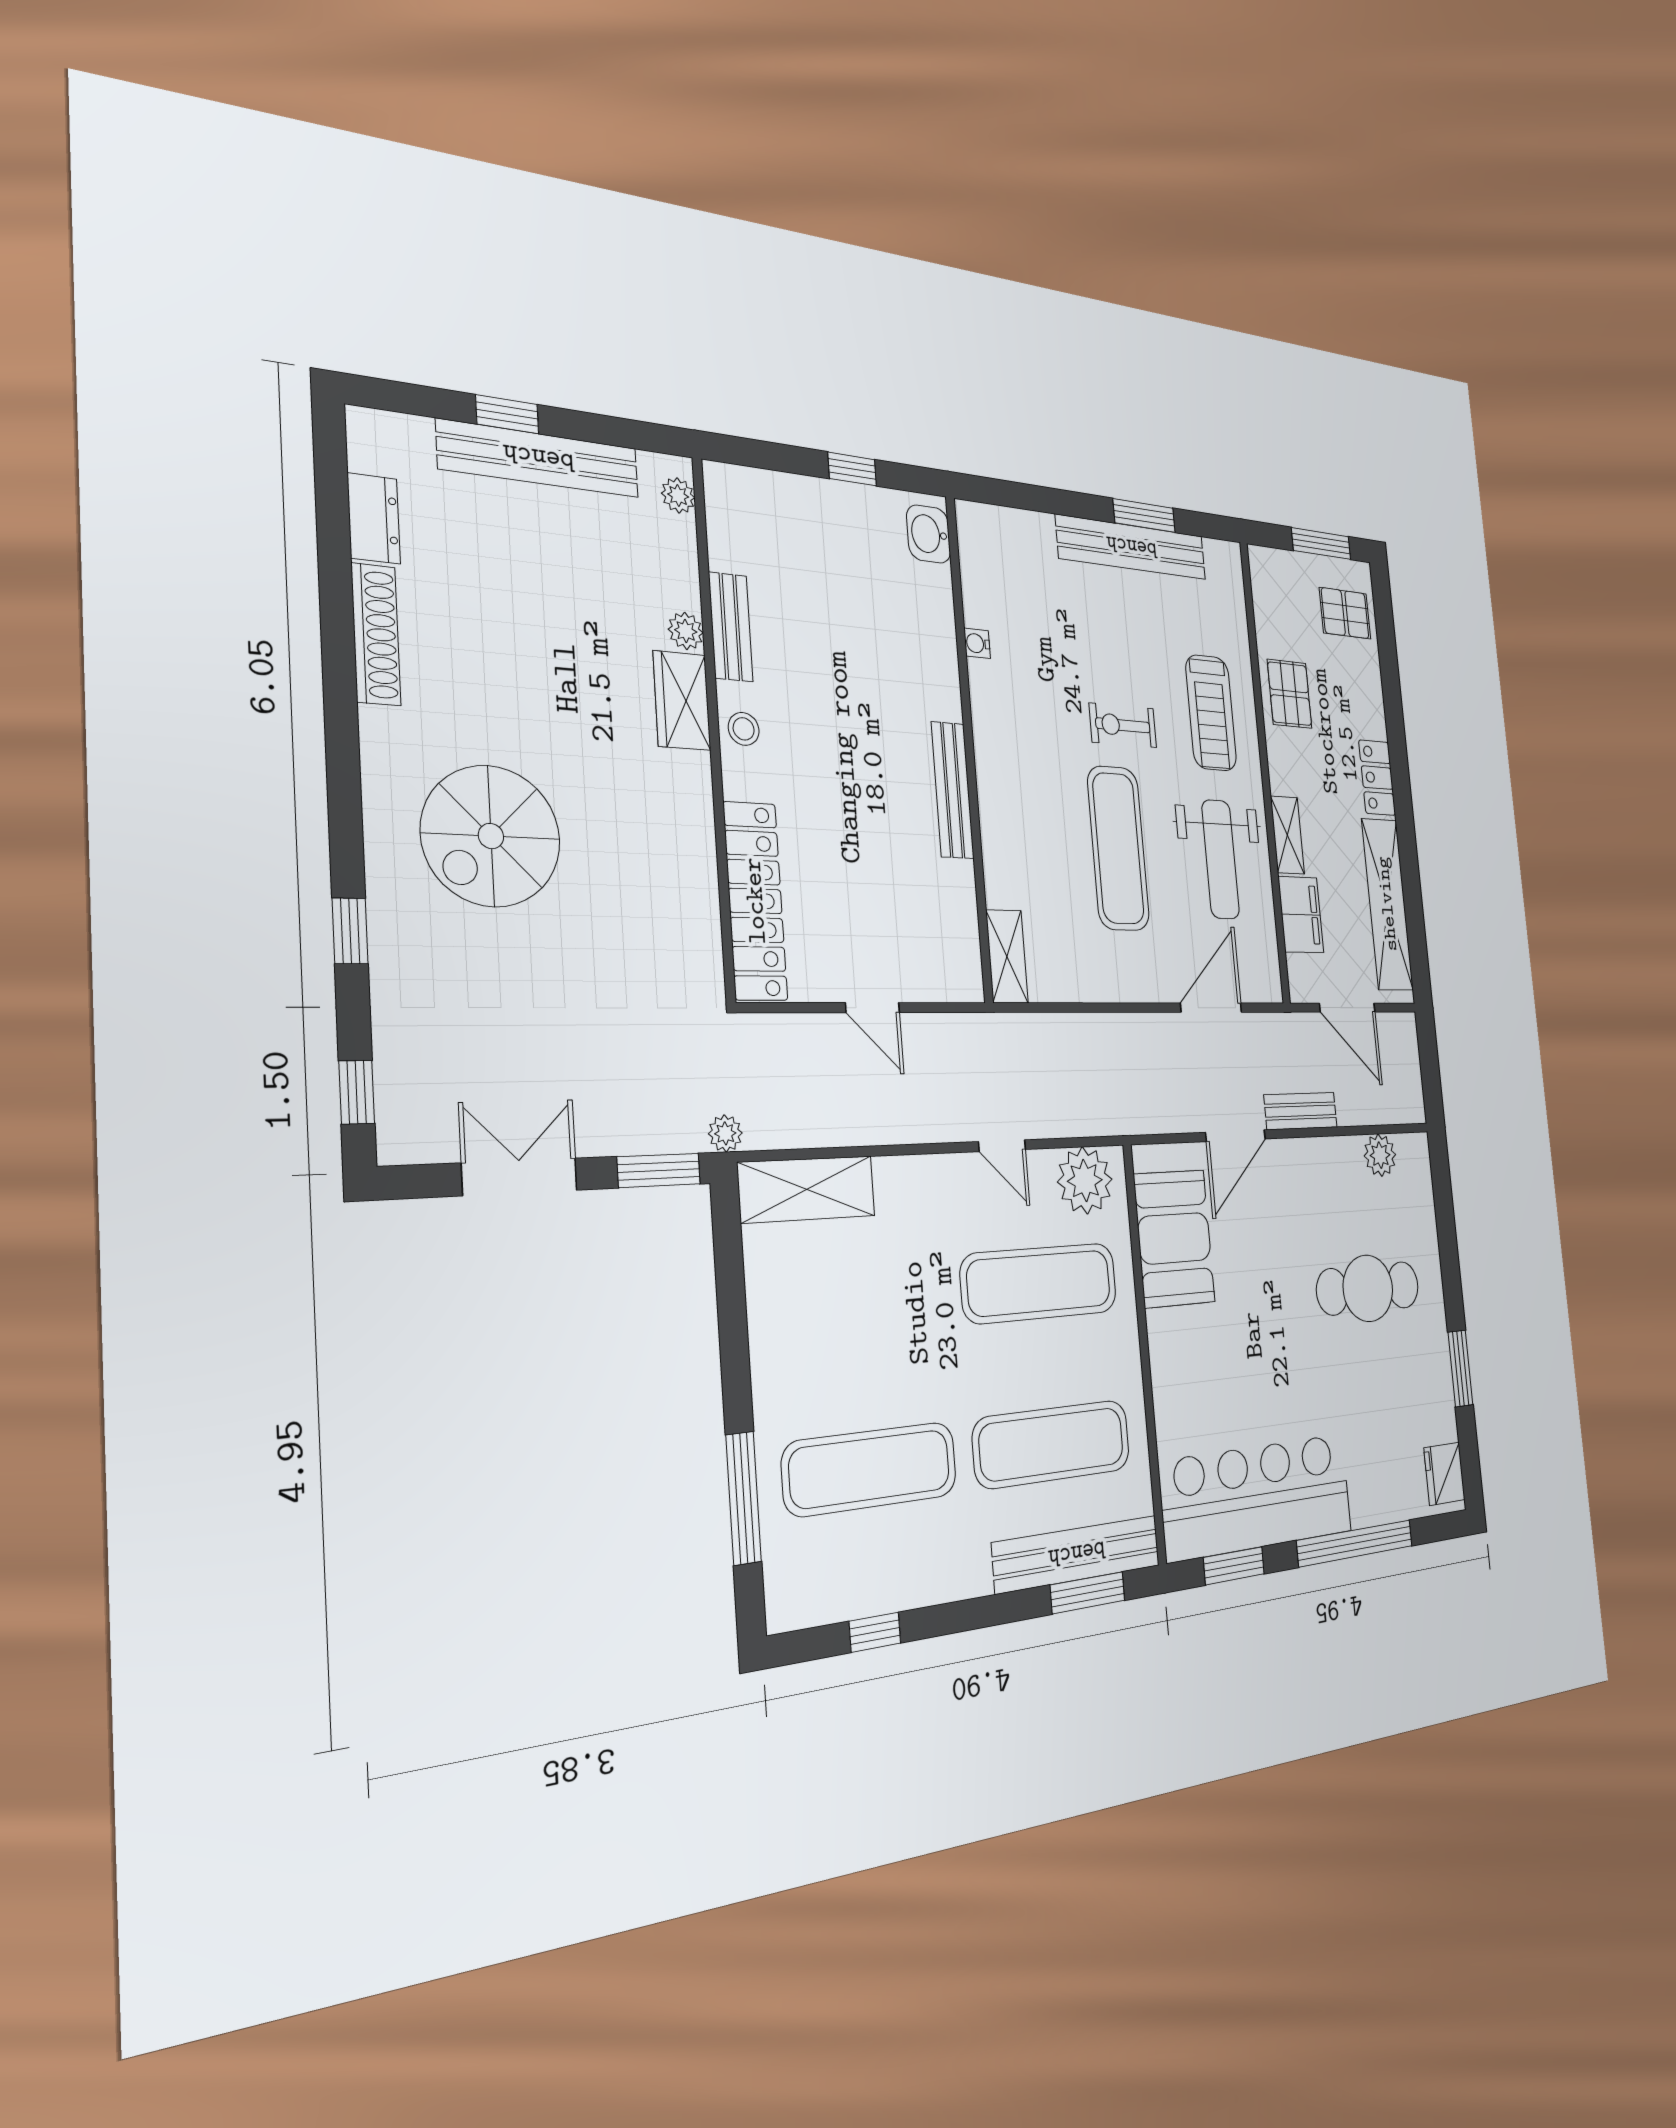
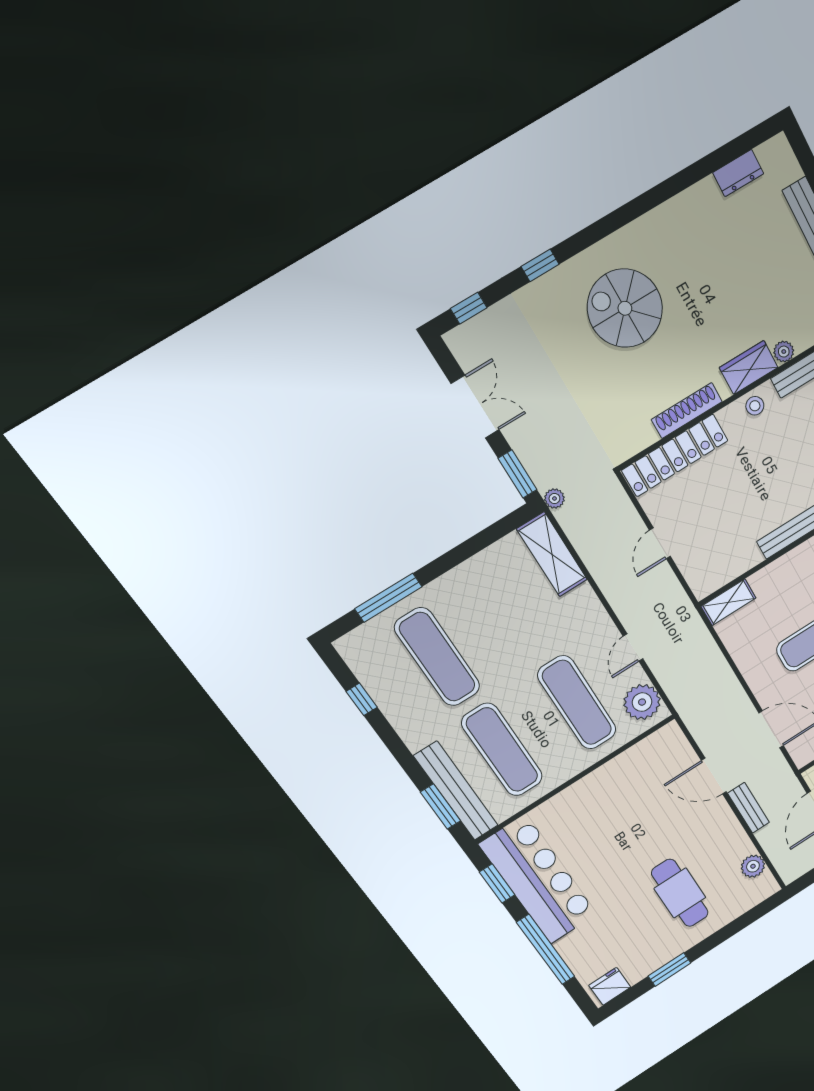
shoe rack: (376, 634) -> (687, 411), moved, turned 180
booth: (1174, 1238) -> (642, 767), removed

